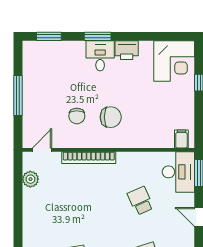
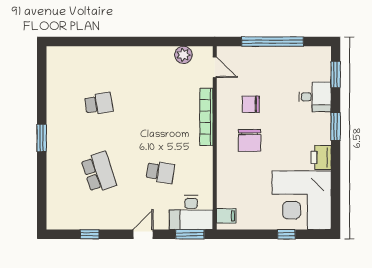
desk: (100, 56) -> (315, 97), moved
corner desk: (174, 61) -> (302, 200), width x1.36, depth x1.36
window: (18, 96) -> (273, 42), width x1.46
school desk: (140, 201) -> (160, 172), turned 33

